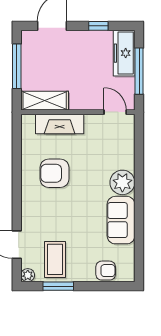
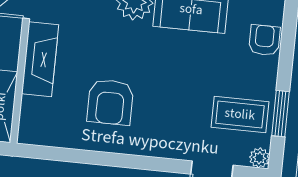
fireplace: (60, 124) -> (40, 59), moved

